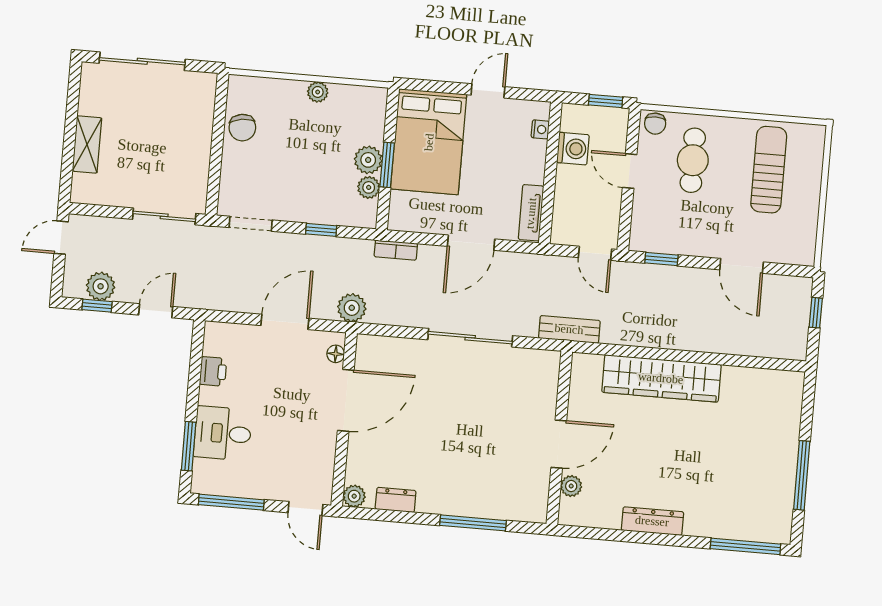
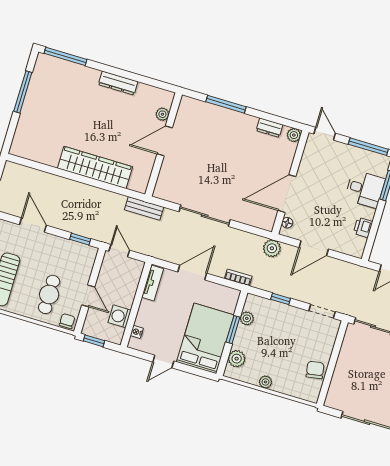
plant: (368, 160) -> (237, 359), moved

